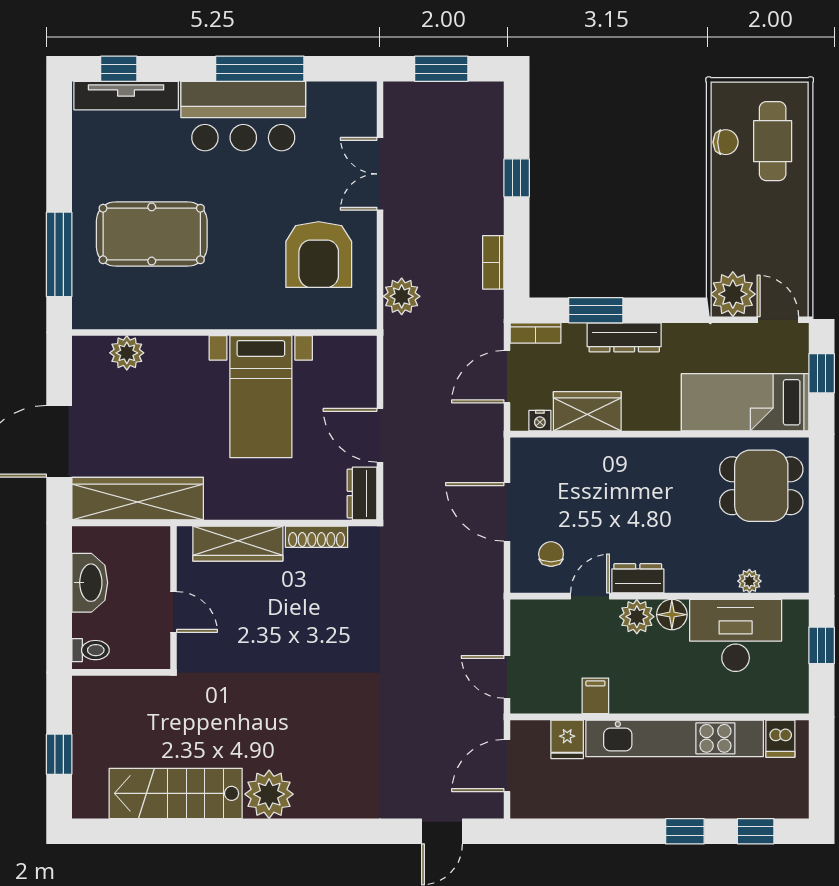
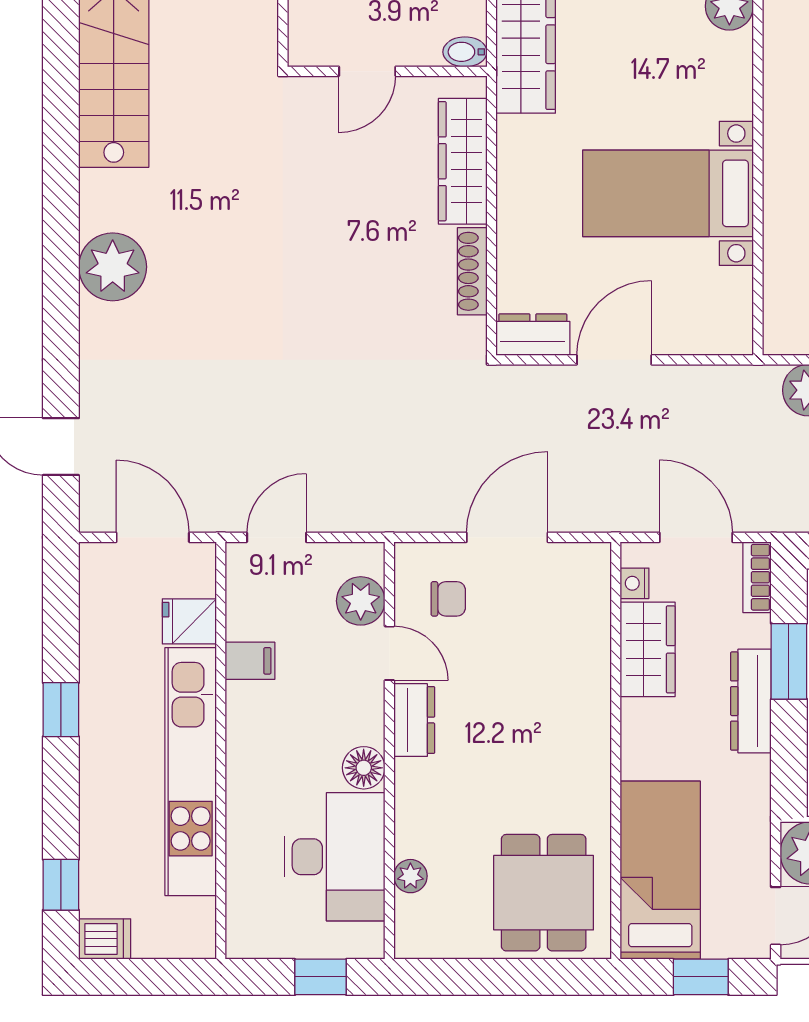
bidet: (160, 542) -> (465, 52), added
plant: (637, 617) -> (361, 601), moved
dishwasher: (780, 739) -> (105, 939), moved, turned 180
plant: (269, 794) -> (113, 267), moved
window: (685, 831) -> (61, 710), moved

